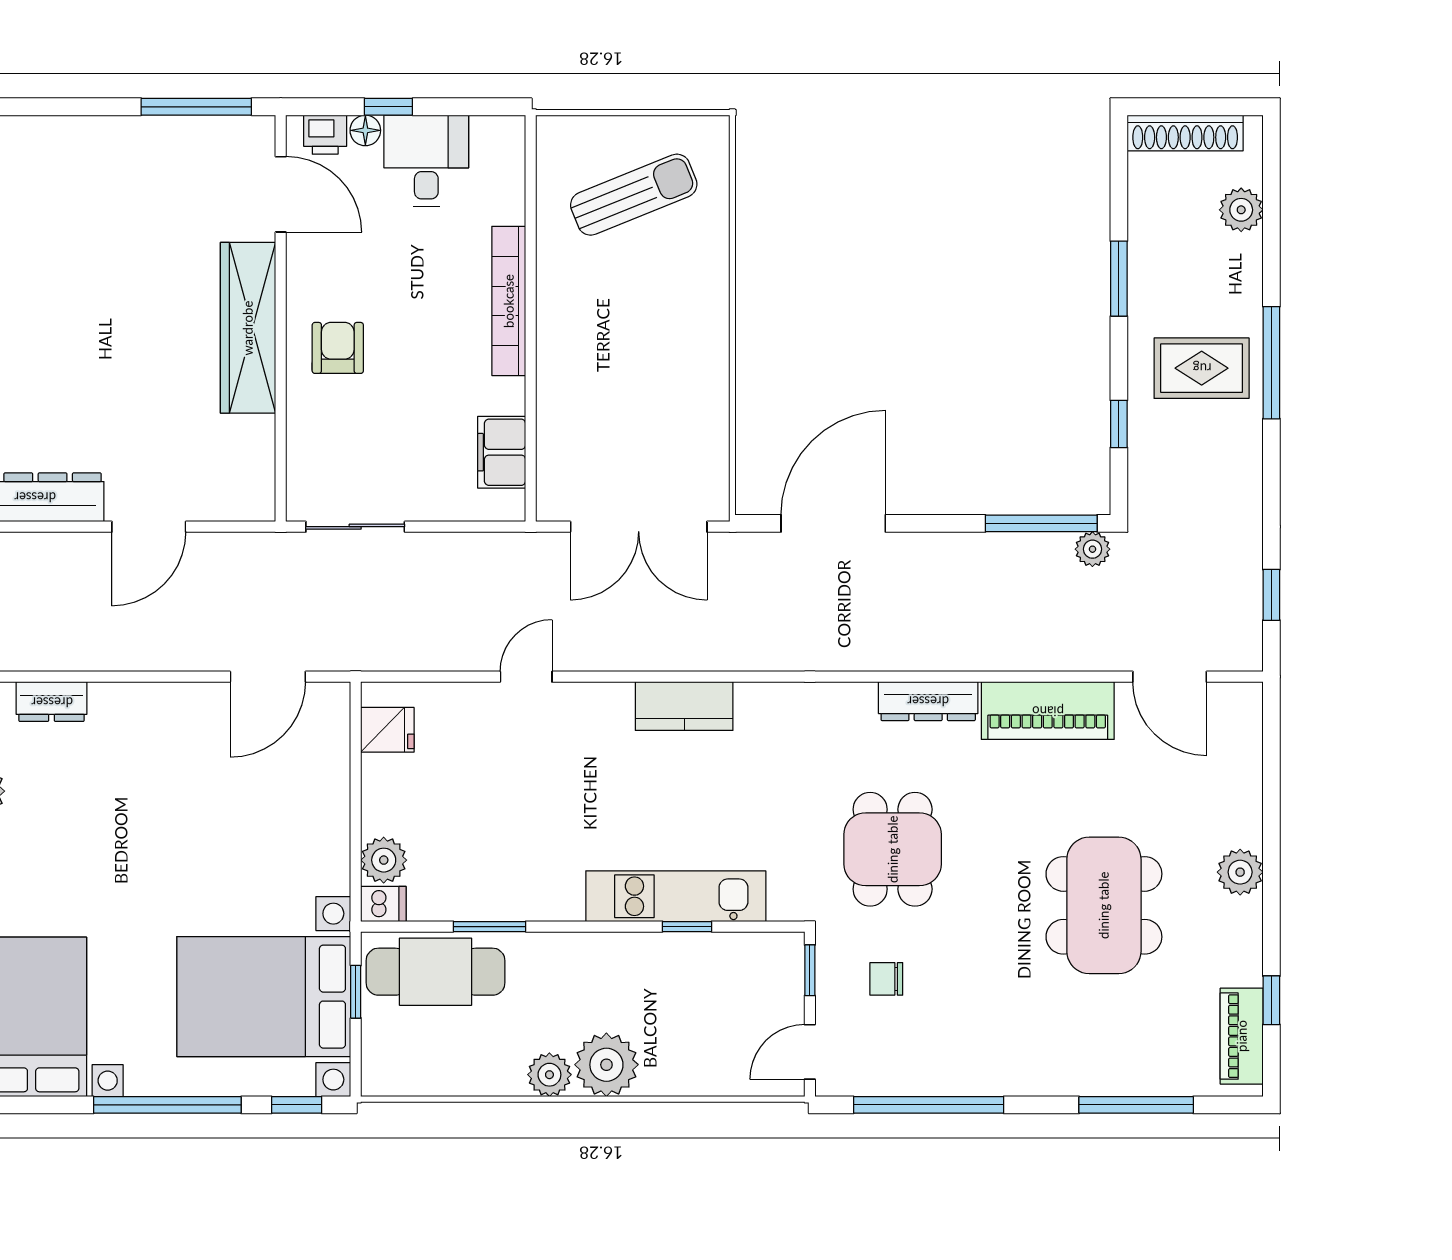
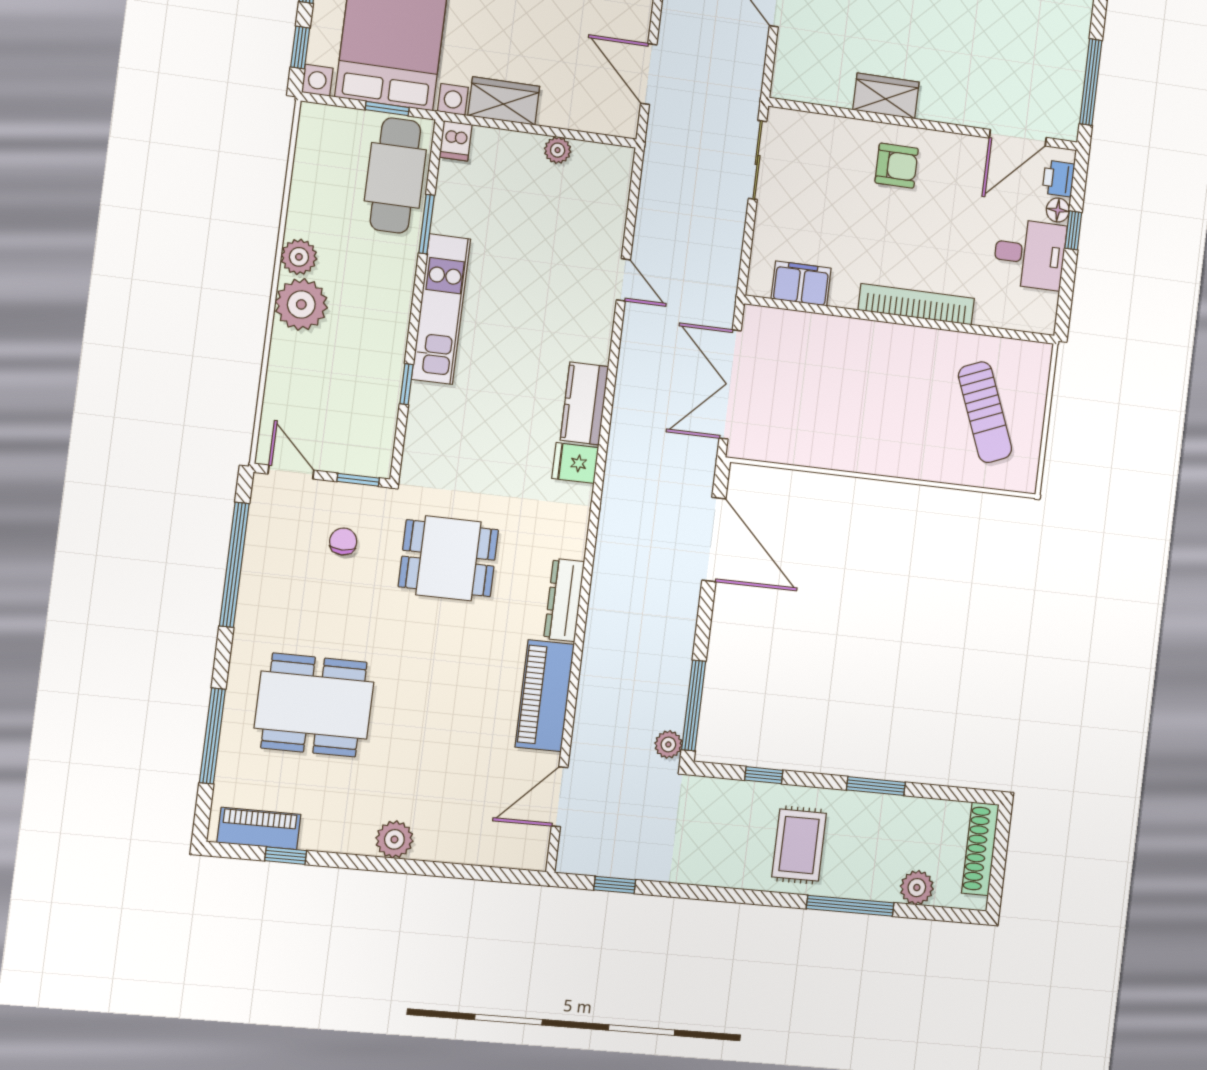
wardrobe: (248, 328) -> (886, 96), width x0.48, depth x0.85
window: (1271, 363) -> (850, 906), moved
fridge: (387, 730) -> (575, 463), moved, turned 90
wardrobe: (326, 851) -> (504, 101), added
plant: (384, 860) -> (558, 150), moved, width x0.73, depth x0.73
kitchen unit: (676, 896) -> (441, 309), moved
dining table: (1104, 905) -> (314, 705), moved

